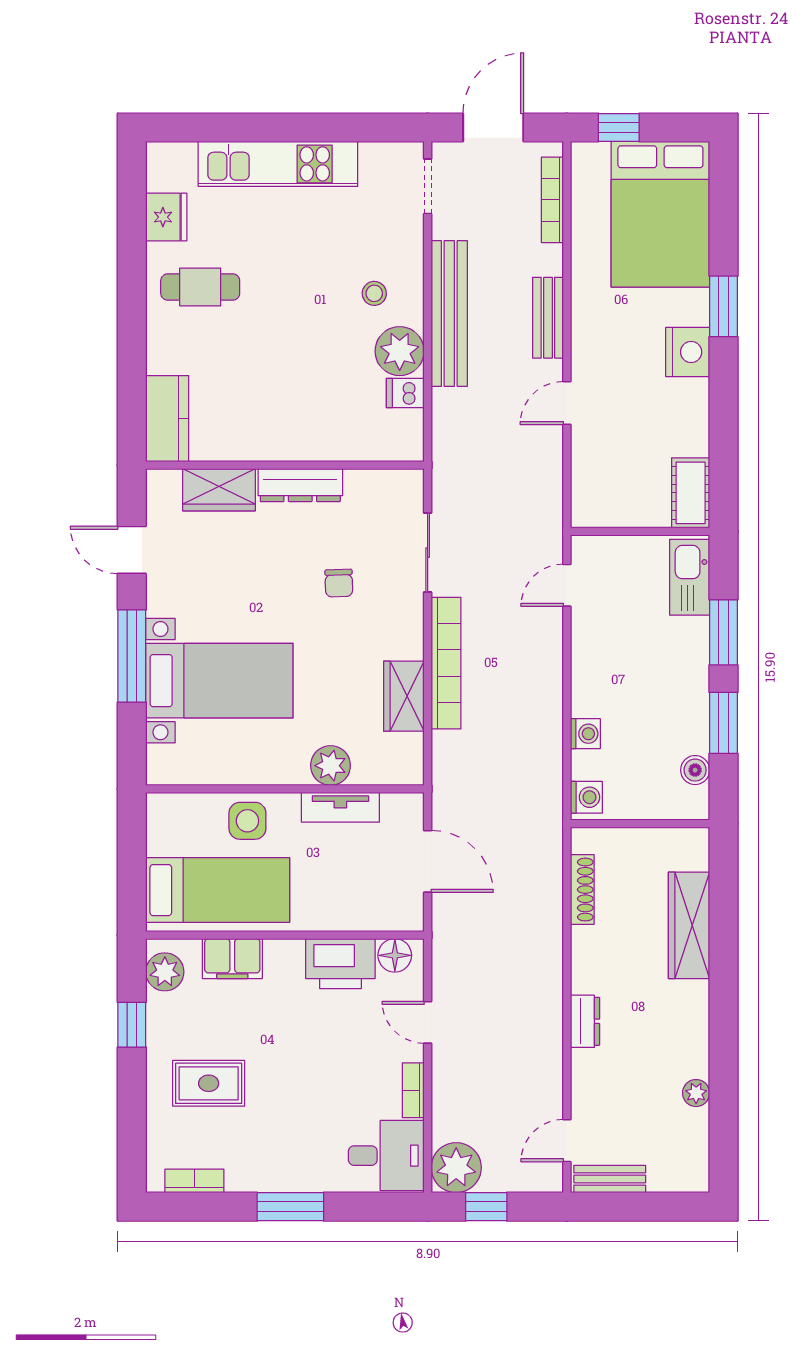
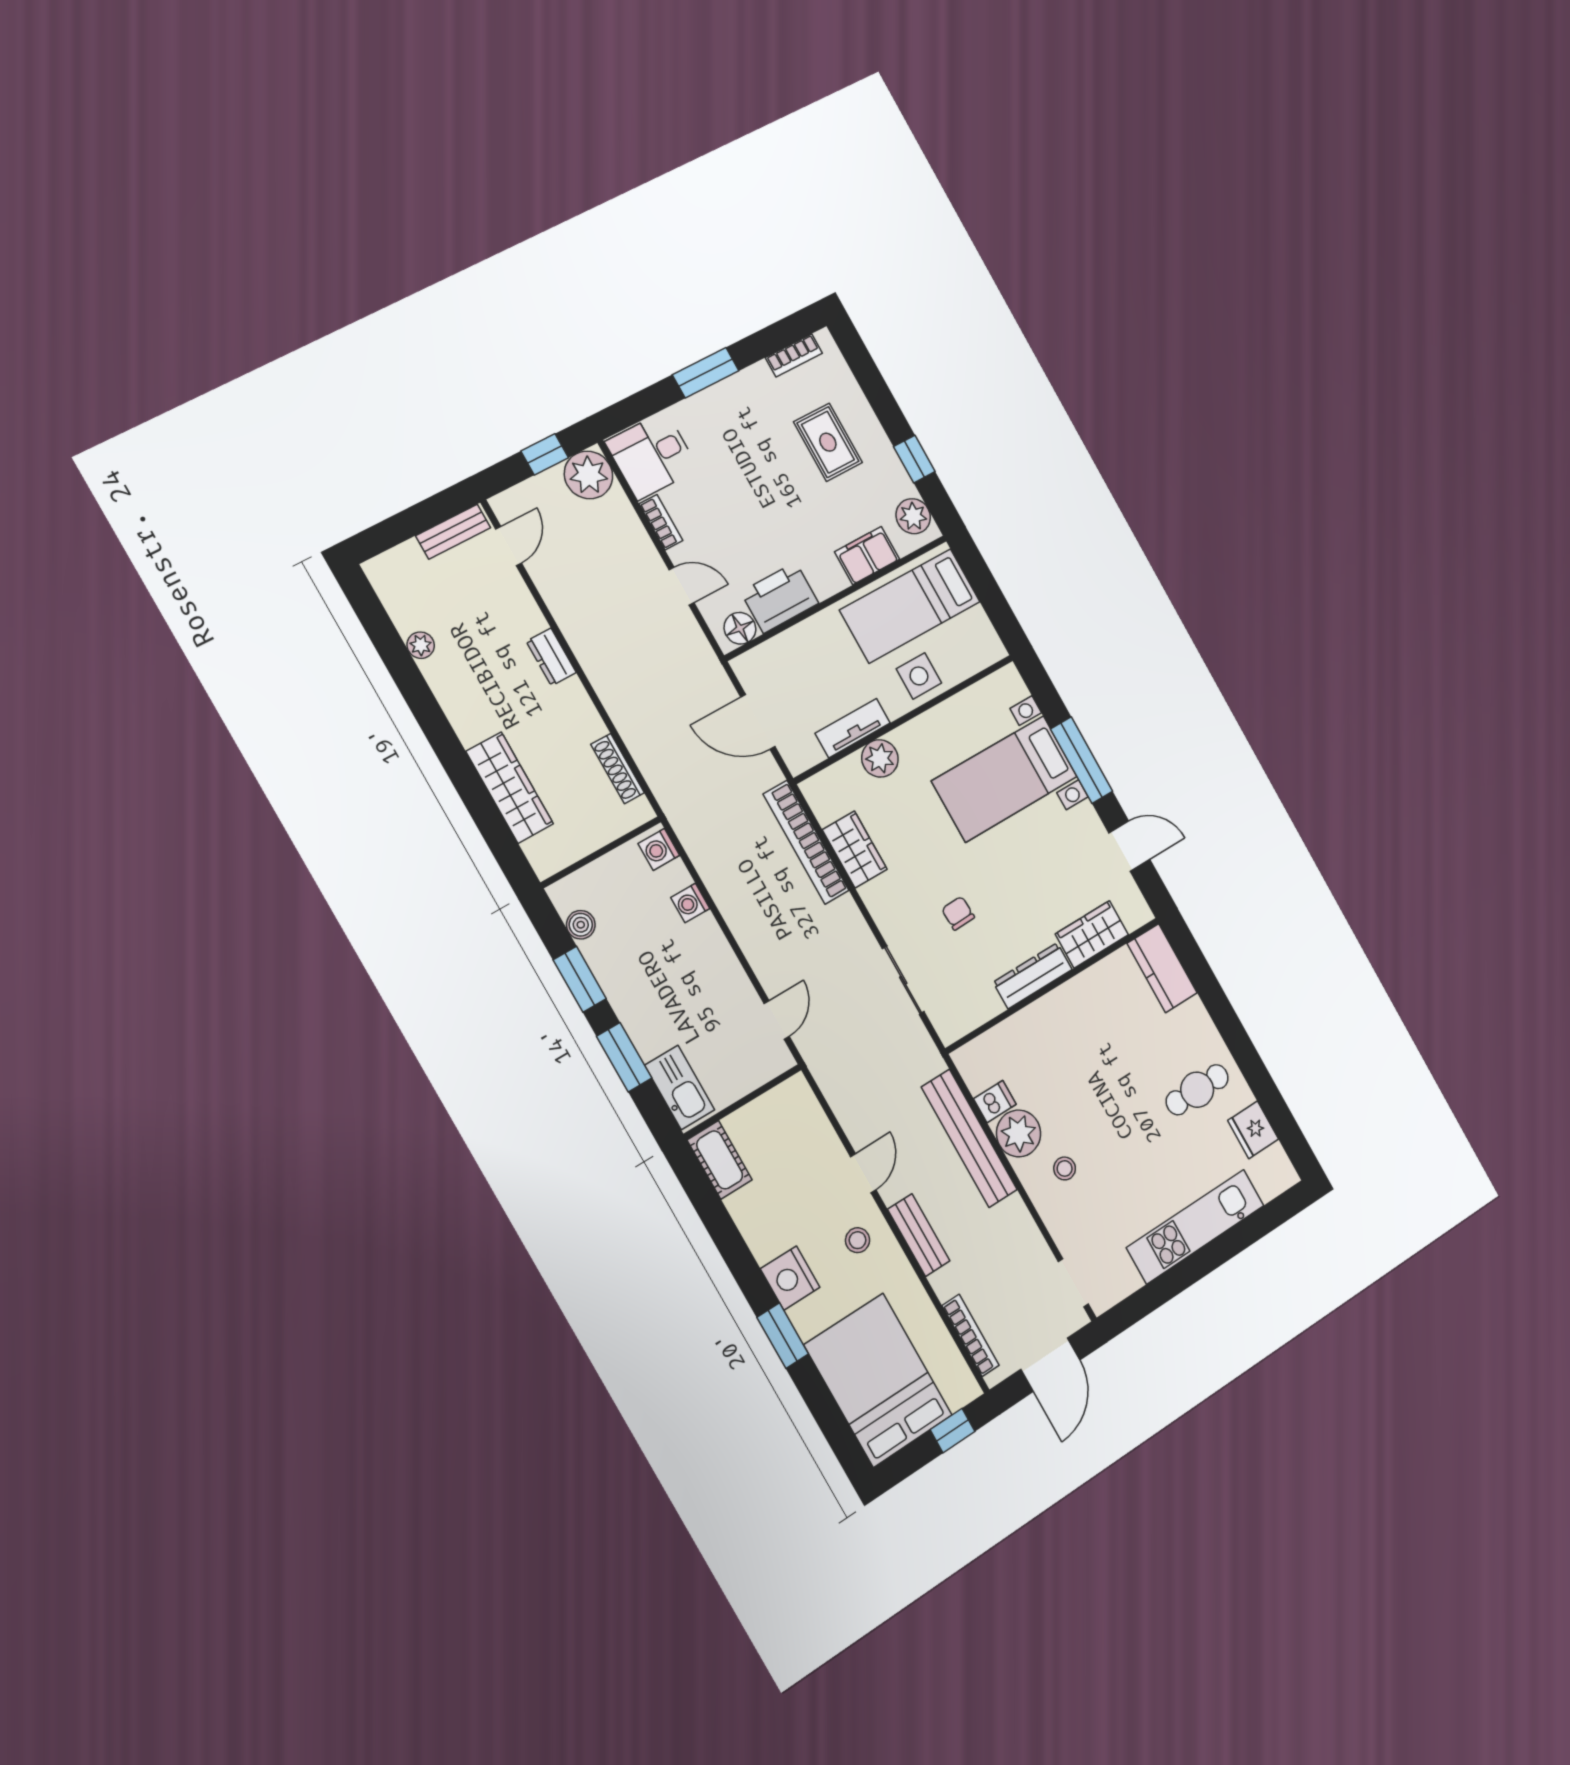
bench: (449, 314) -> (969, 1138), moved
stool: (607, 348) -> (858, 1240), added
bookcase: (446, 663) -> (806, 842), moved
rug: (209, 1083) -> (828, 442), turned 90

